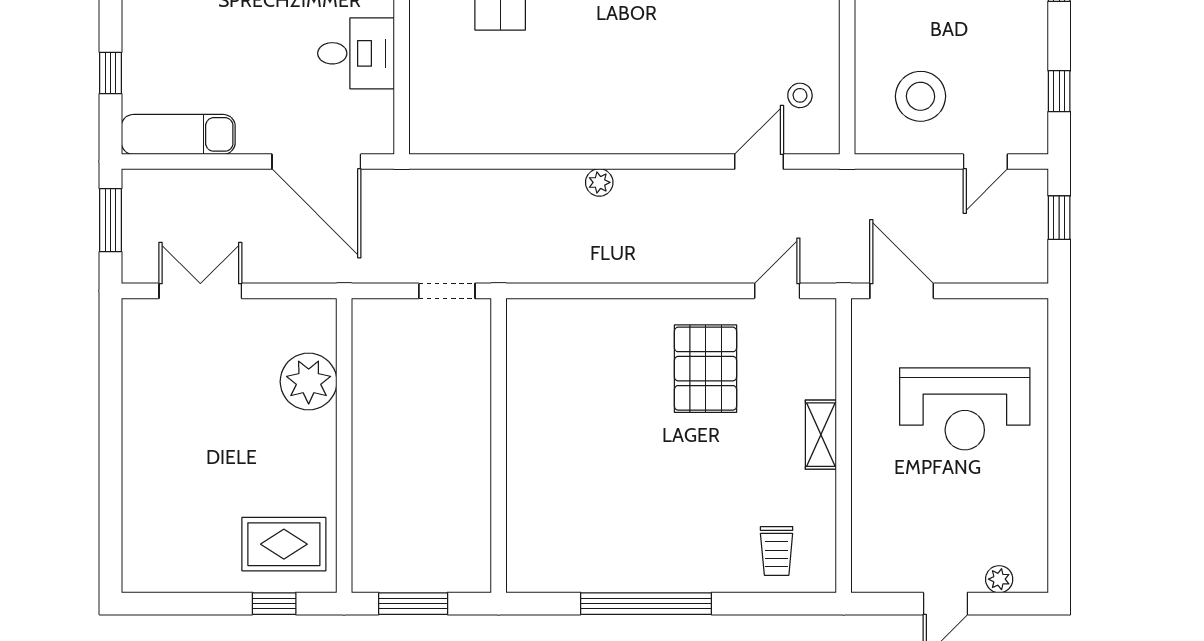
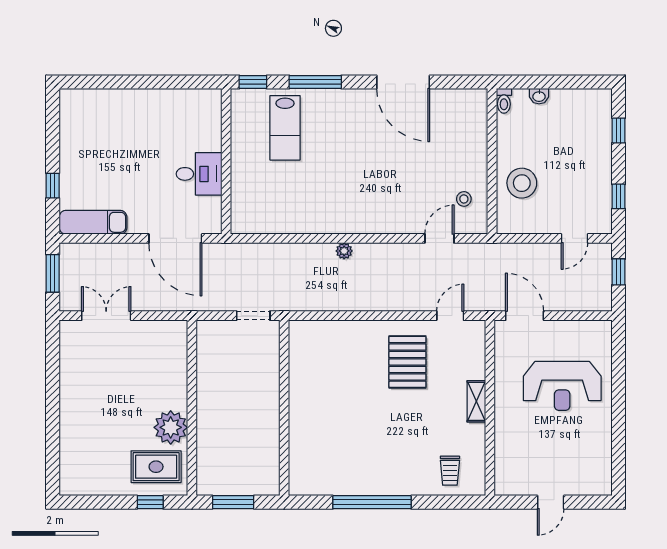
stool: (921, 96) -> (522, 183), moved
plant: (309, 382) -> (171, 427), moved
plant: (999, 579) -> (583, 488), removed

